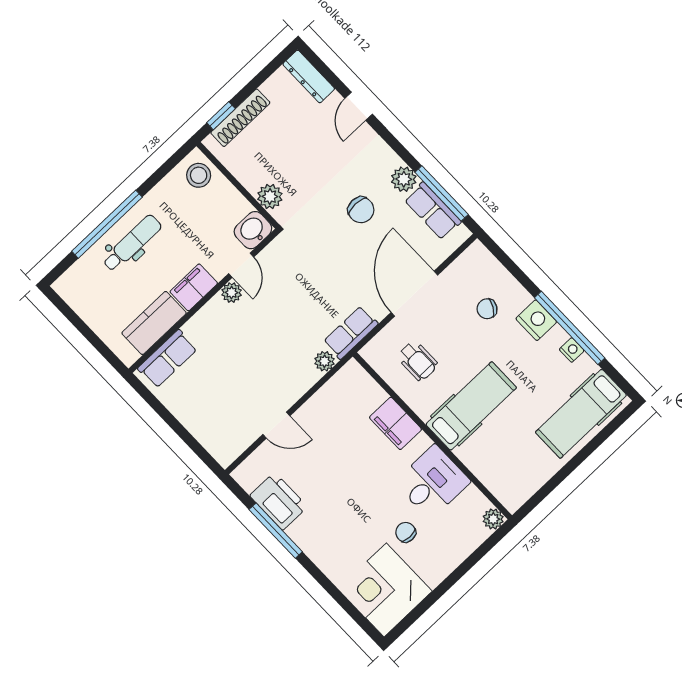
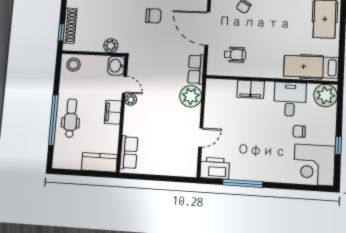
kitchen counter: (154, 323) -> (99, 162), moved, turned 90
plant: (325, 361) -> (191, 96), width x1.87, depth x1.87
hospital bed: (471, 406) -> (311, 67), moved, turned -90
printer: (279, 501) -> (215, 168), moved
plant: (493, 519) -> (326, 95), width x1.88, depth x1.88
window: (437, 594) -> (338, 145), added

